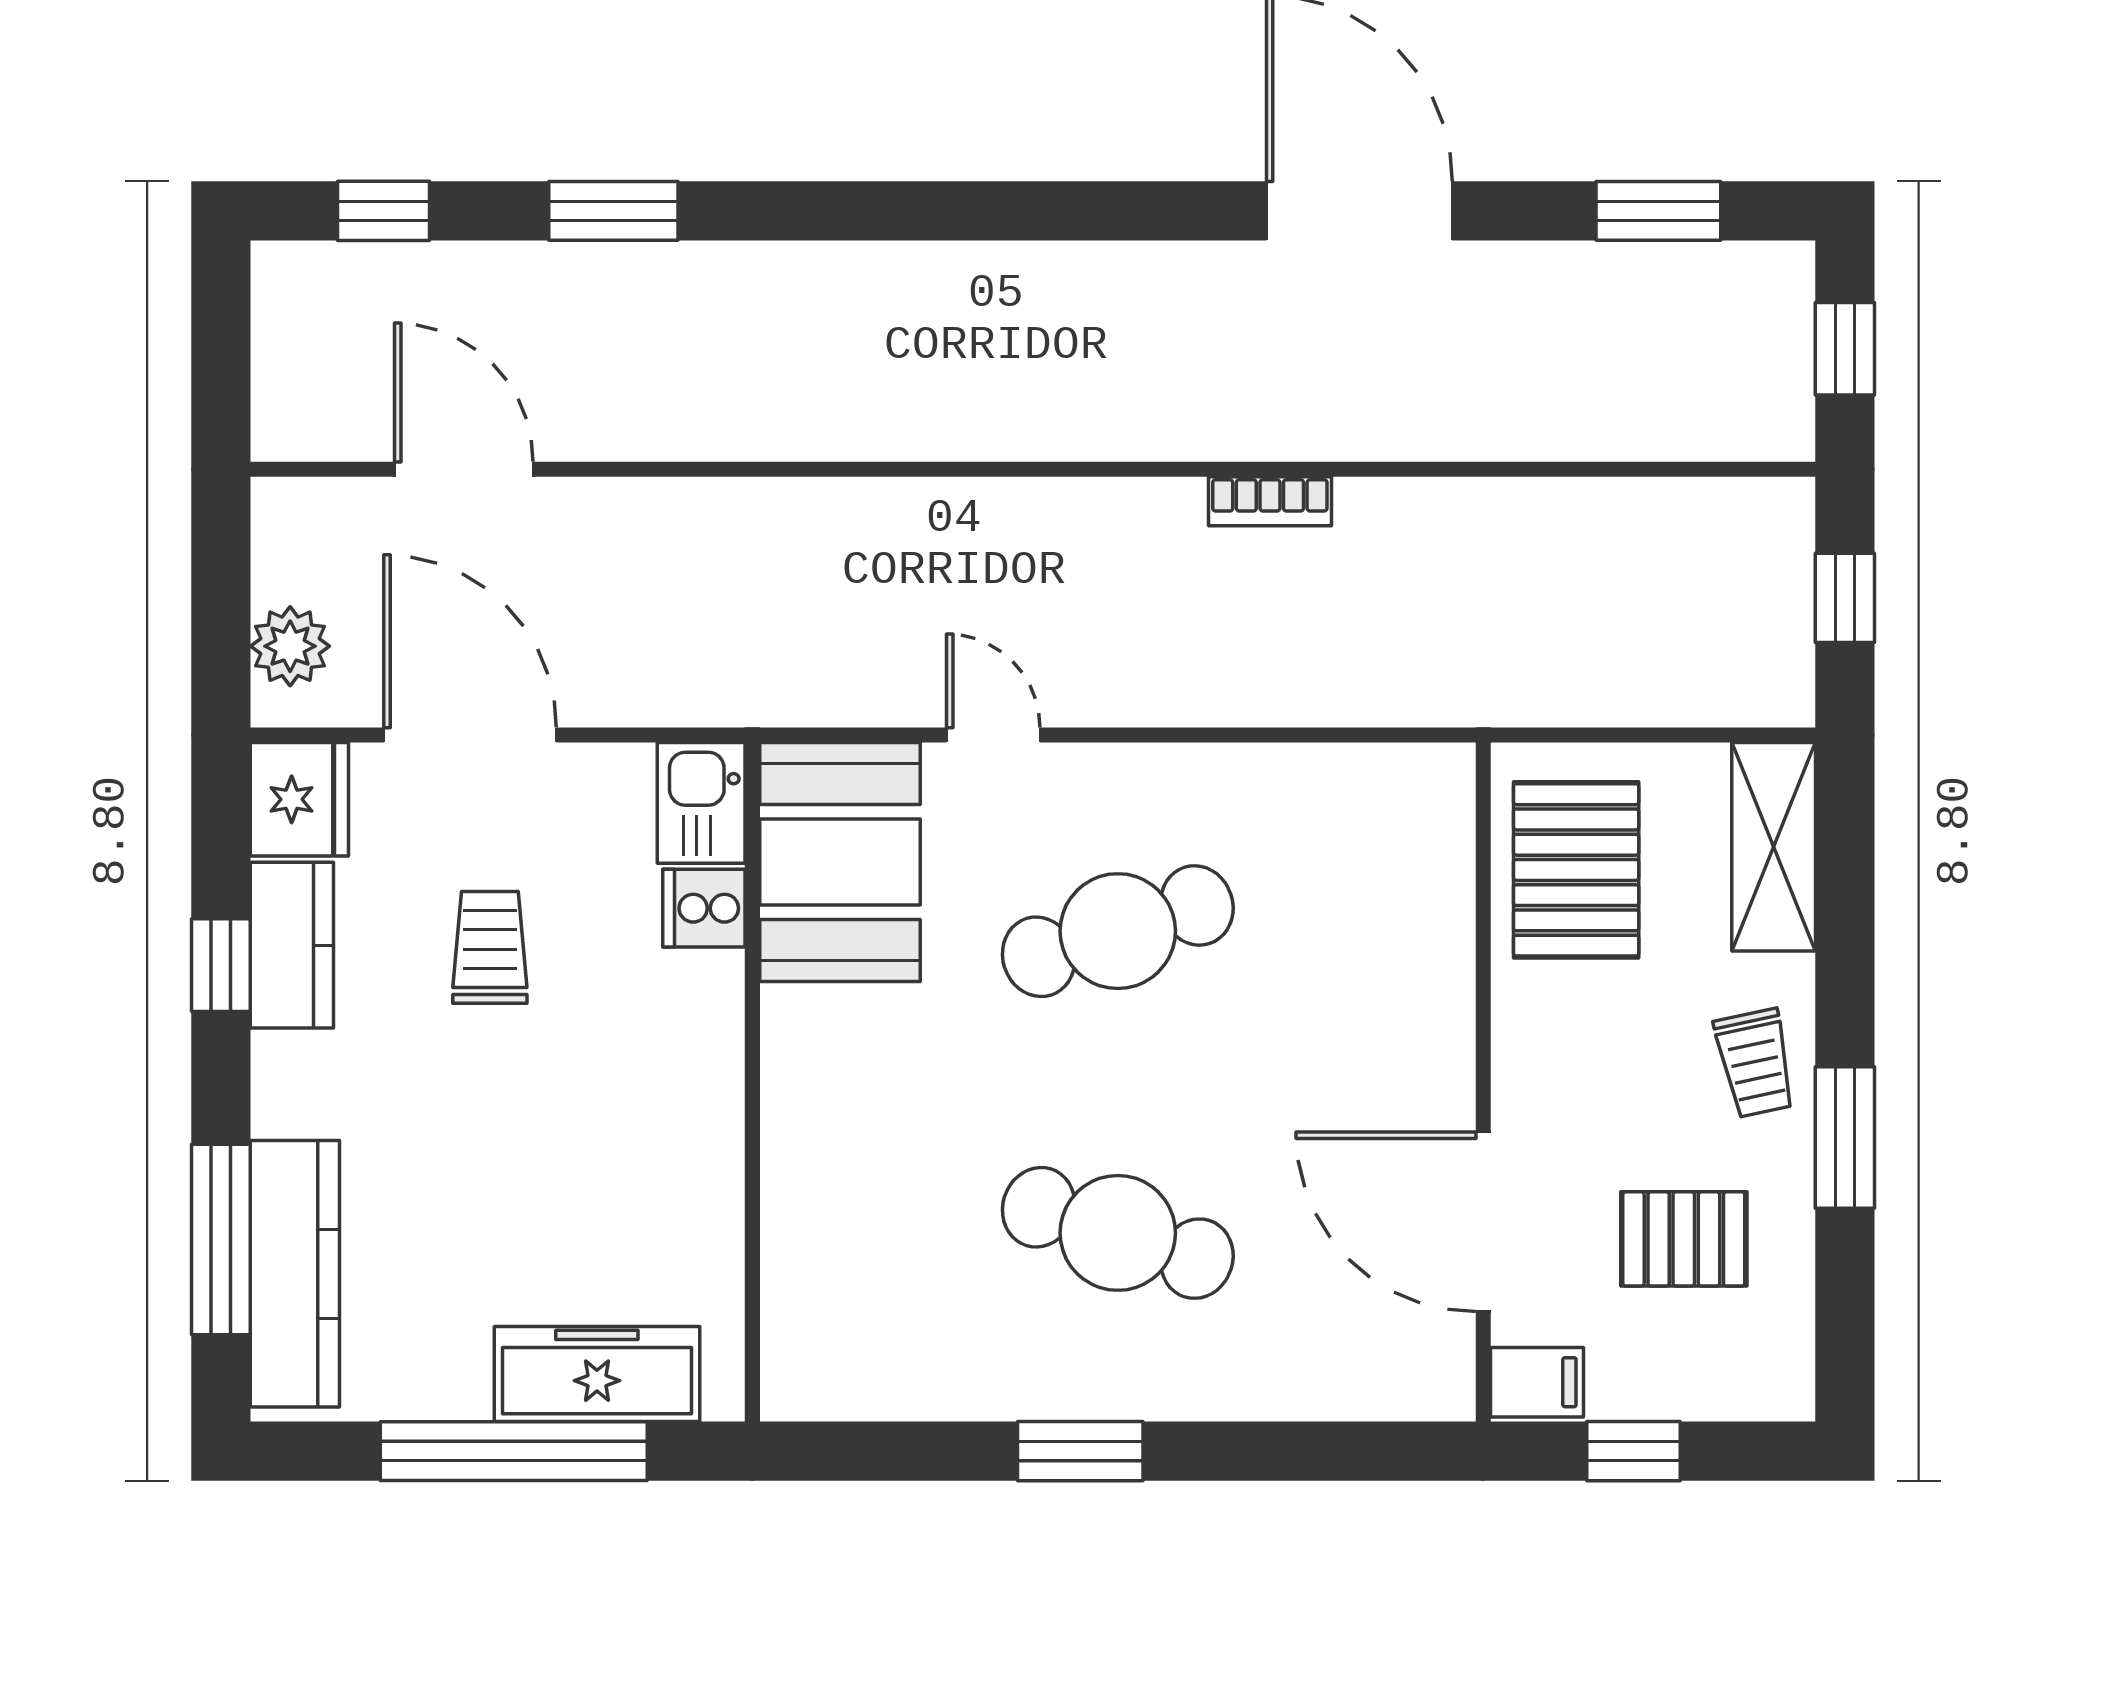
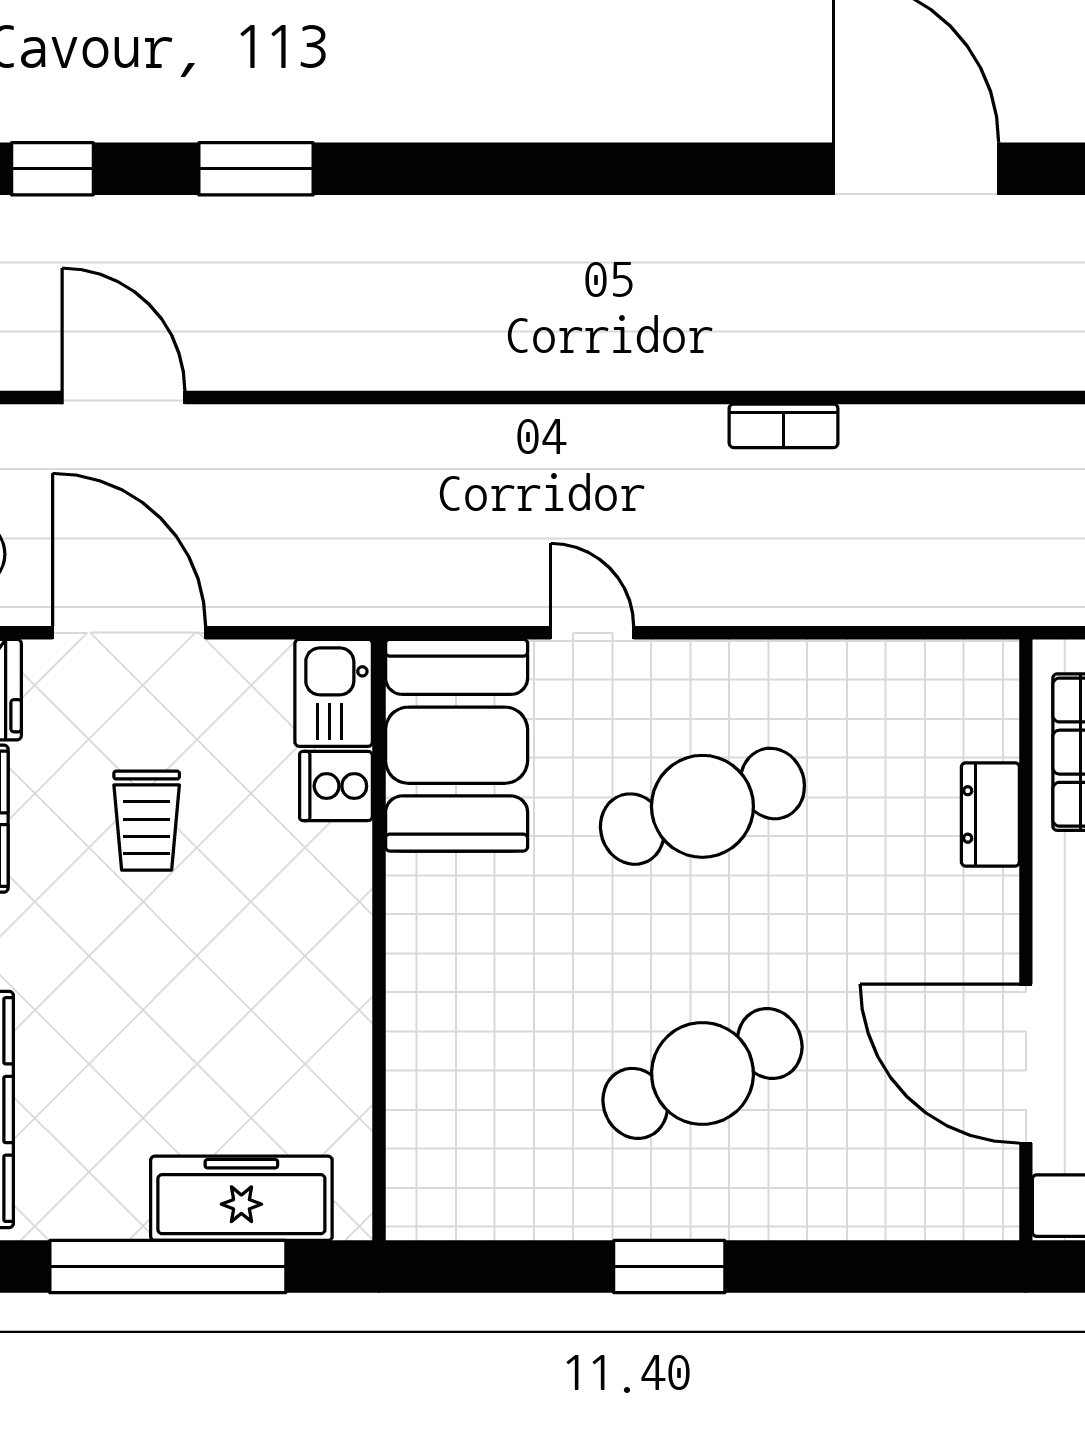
bookcase: (1270, 501) -> (784, 426), moved
dresser: (1443, 940) -> (990, 814), added
trolley: (490, 947) -> (147, 821), turned 180
cafe table: (1118, 1233) -> (702, 1073), turned -42

